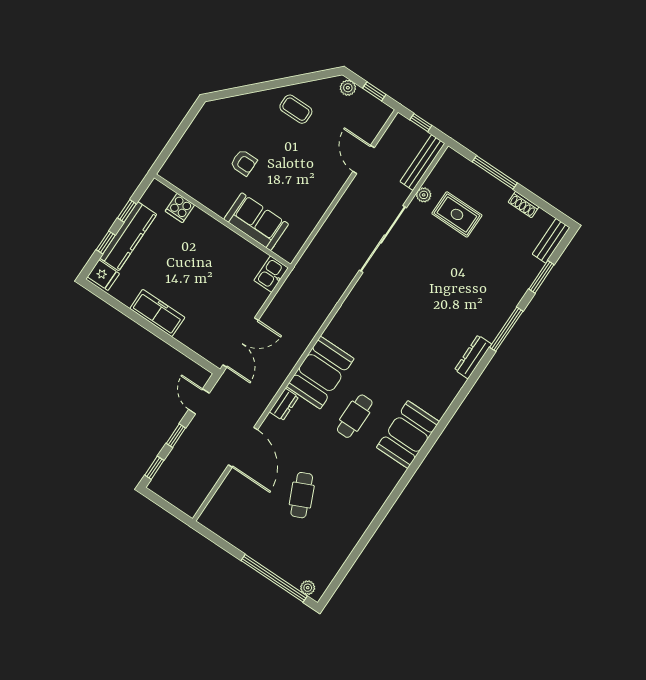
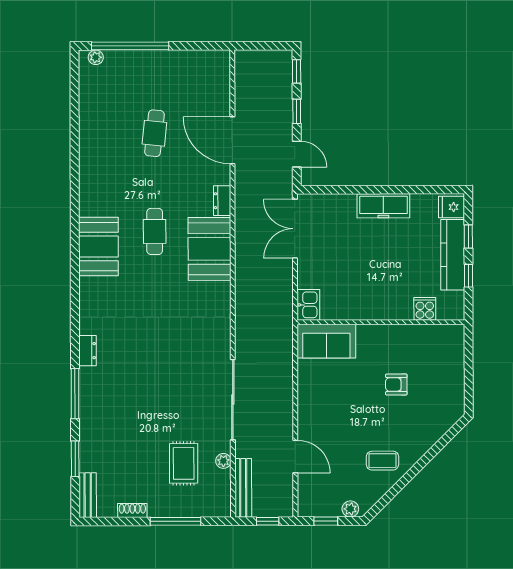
rug: (457, 214) -> (184, 463), turned 90
sofa: (256, 222) -> (326, 341), moved
dresser: (473, 357) -> (87, 351), width x0.70
cafe table: (302, 495) -> (154, 133), turned 30

